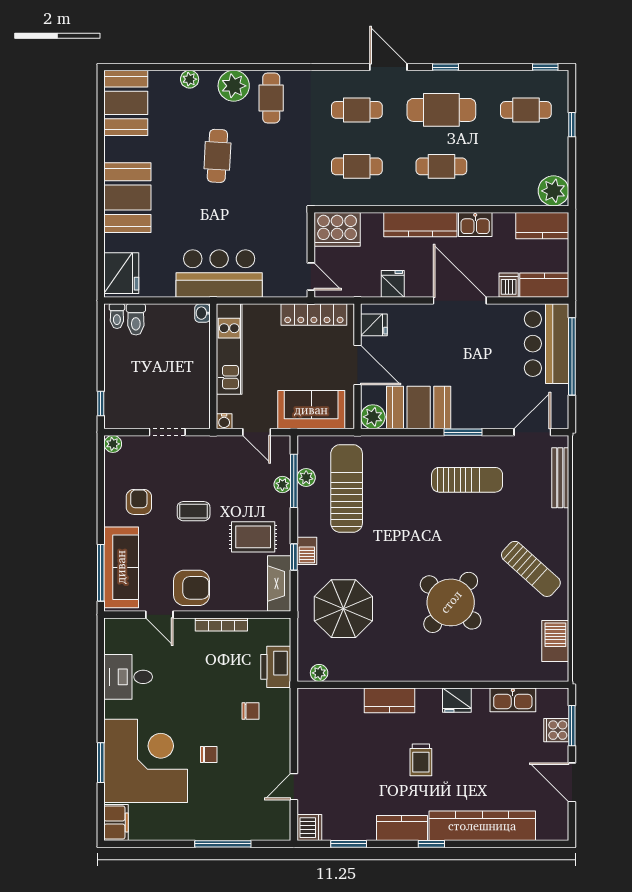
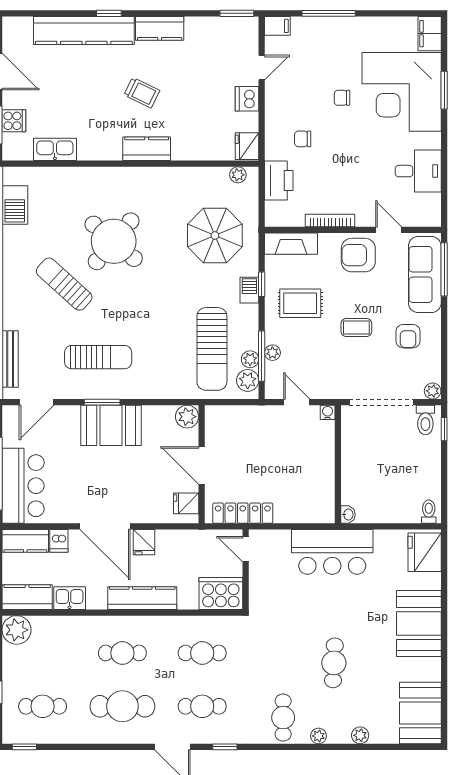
window: (446, 67) -> (225, 747), moved
plant: (234, 86) -> (318, 736), width x0.53, depth x0.53
kitchen sink: (475, 225) -> (70, 598), moved
fridge: (393, 284) -> (144, 542), moved
toilet: (136, 319) -> (425, 420), moved, turned 180
kitchen unit: (229, 349) -> (323, 481), removed
booth: (419, 408) -> (111, 425), moved
sofa: (311, 410) -> (245, 423), removed
doorway: (167, 432) -> (381, 402), width x1.88
plant: (309, 455) -> (248, 380), added
sun lounger: (467, 480) -> (98, 357), turned 180
sun lounger: (531, 569) -> (64, 284), moved
fireplace: (279, 584) -> (291, 244), moved, turned 90
kitchen counter: (389, 700) -> (147, 149), moved
fridge: (457, 700) -> (247, 146), moved, turned -90
trolley: (421, 760) -> (142, 93), turned 116
dishwasher: (309, 828) -> (247, 99), moved
filing cabinet: (277, 831) -> (277, 26), added
window: (349, 844) -> (237, 13), moved
window: (431, 844) -> (109, 13), moved

